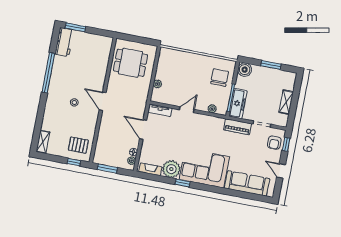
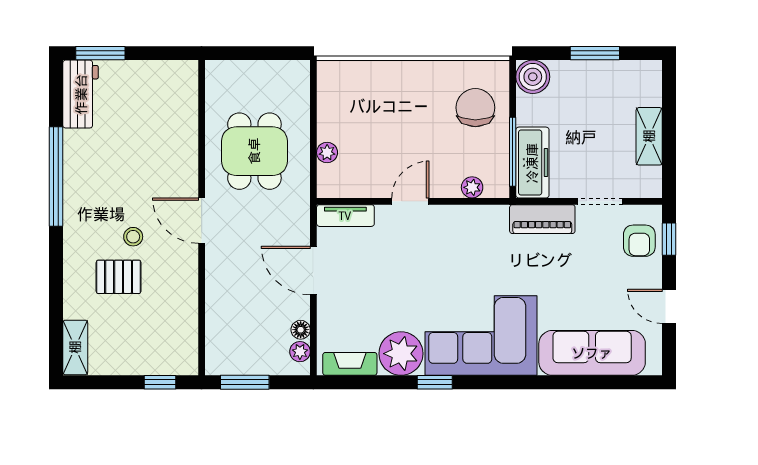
dining table: (130, 63) -> (254, 151), moved, turned 90
pallet: (78, 145) -> (119, 277), moved

